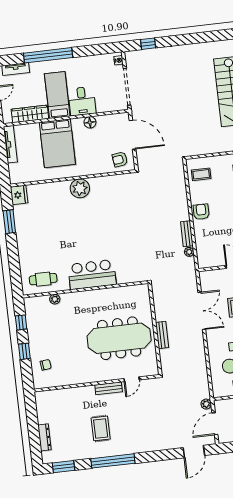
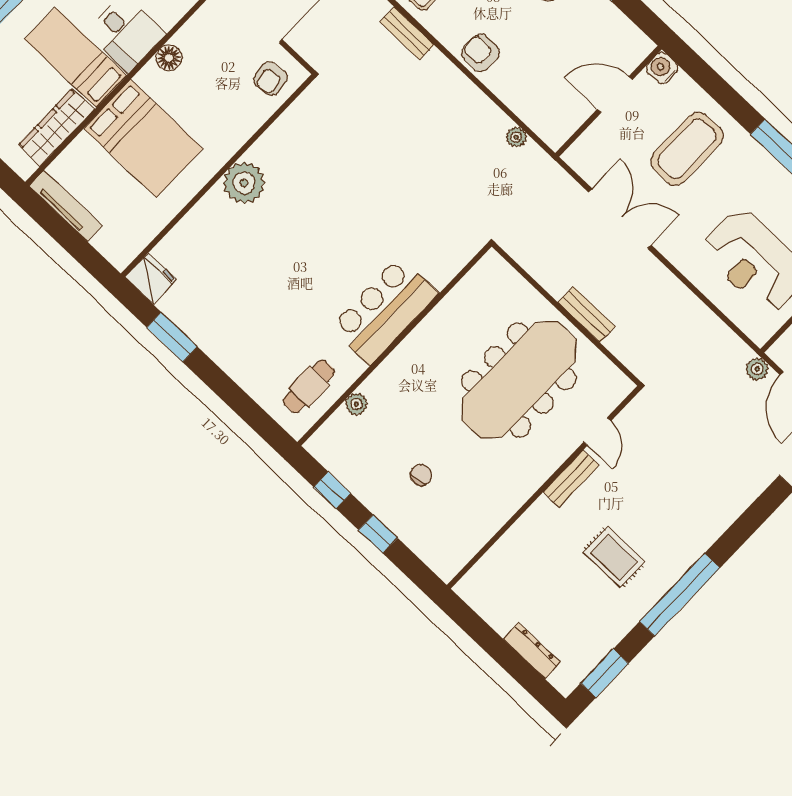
bench: (187, 234) -> (407, 33), moved
chair: (46, 365) -> (421, 475), moved

